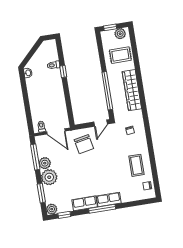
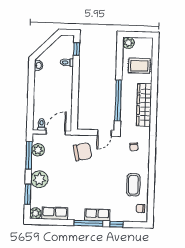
window: (110, 27) -> (134, 34), removed
plant: (120, 34) -> (128, 43), moved
window: (63, 71) -> (77, 49), moved
door: (56, 131) -> (56, 133), swing flipped
chair: (84, 144) -> (83, 152), turned -91
plant: (45, 163) -> (38, 150), moved
row of seats: (85, 203) -> (55, 213), moved
window: (64, 215) -> (116, 224), moved

